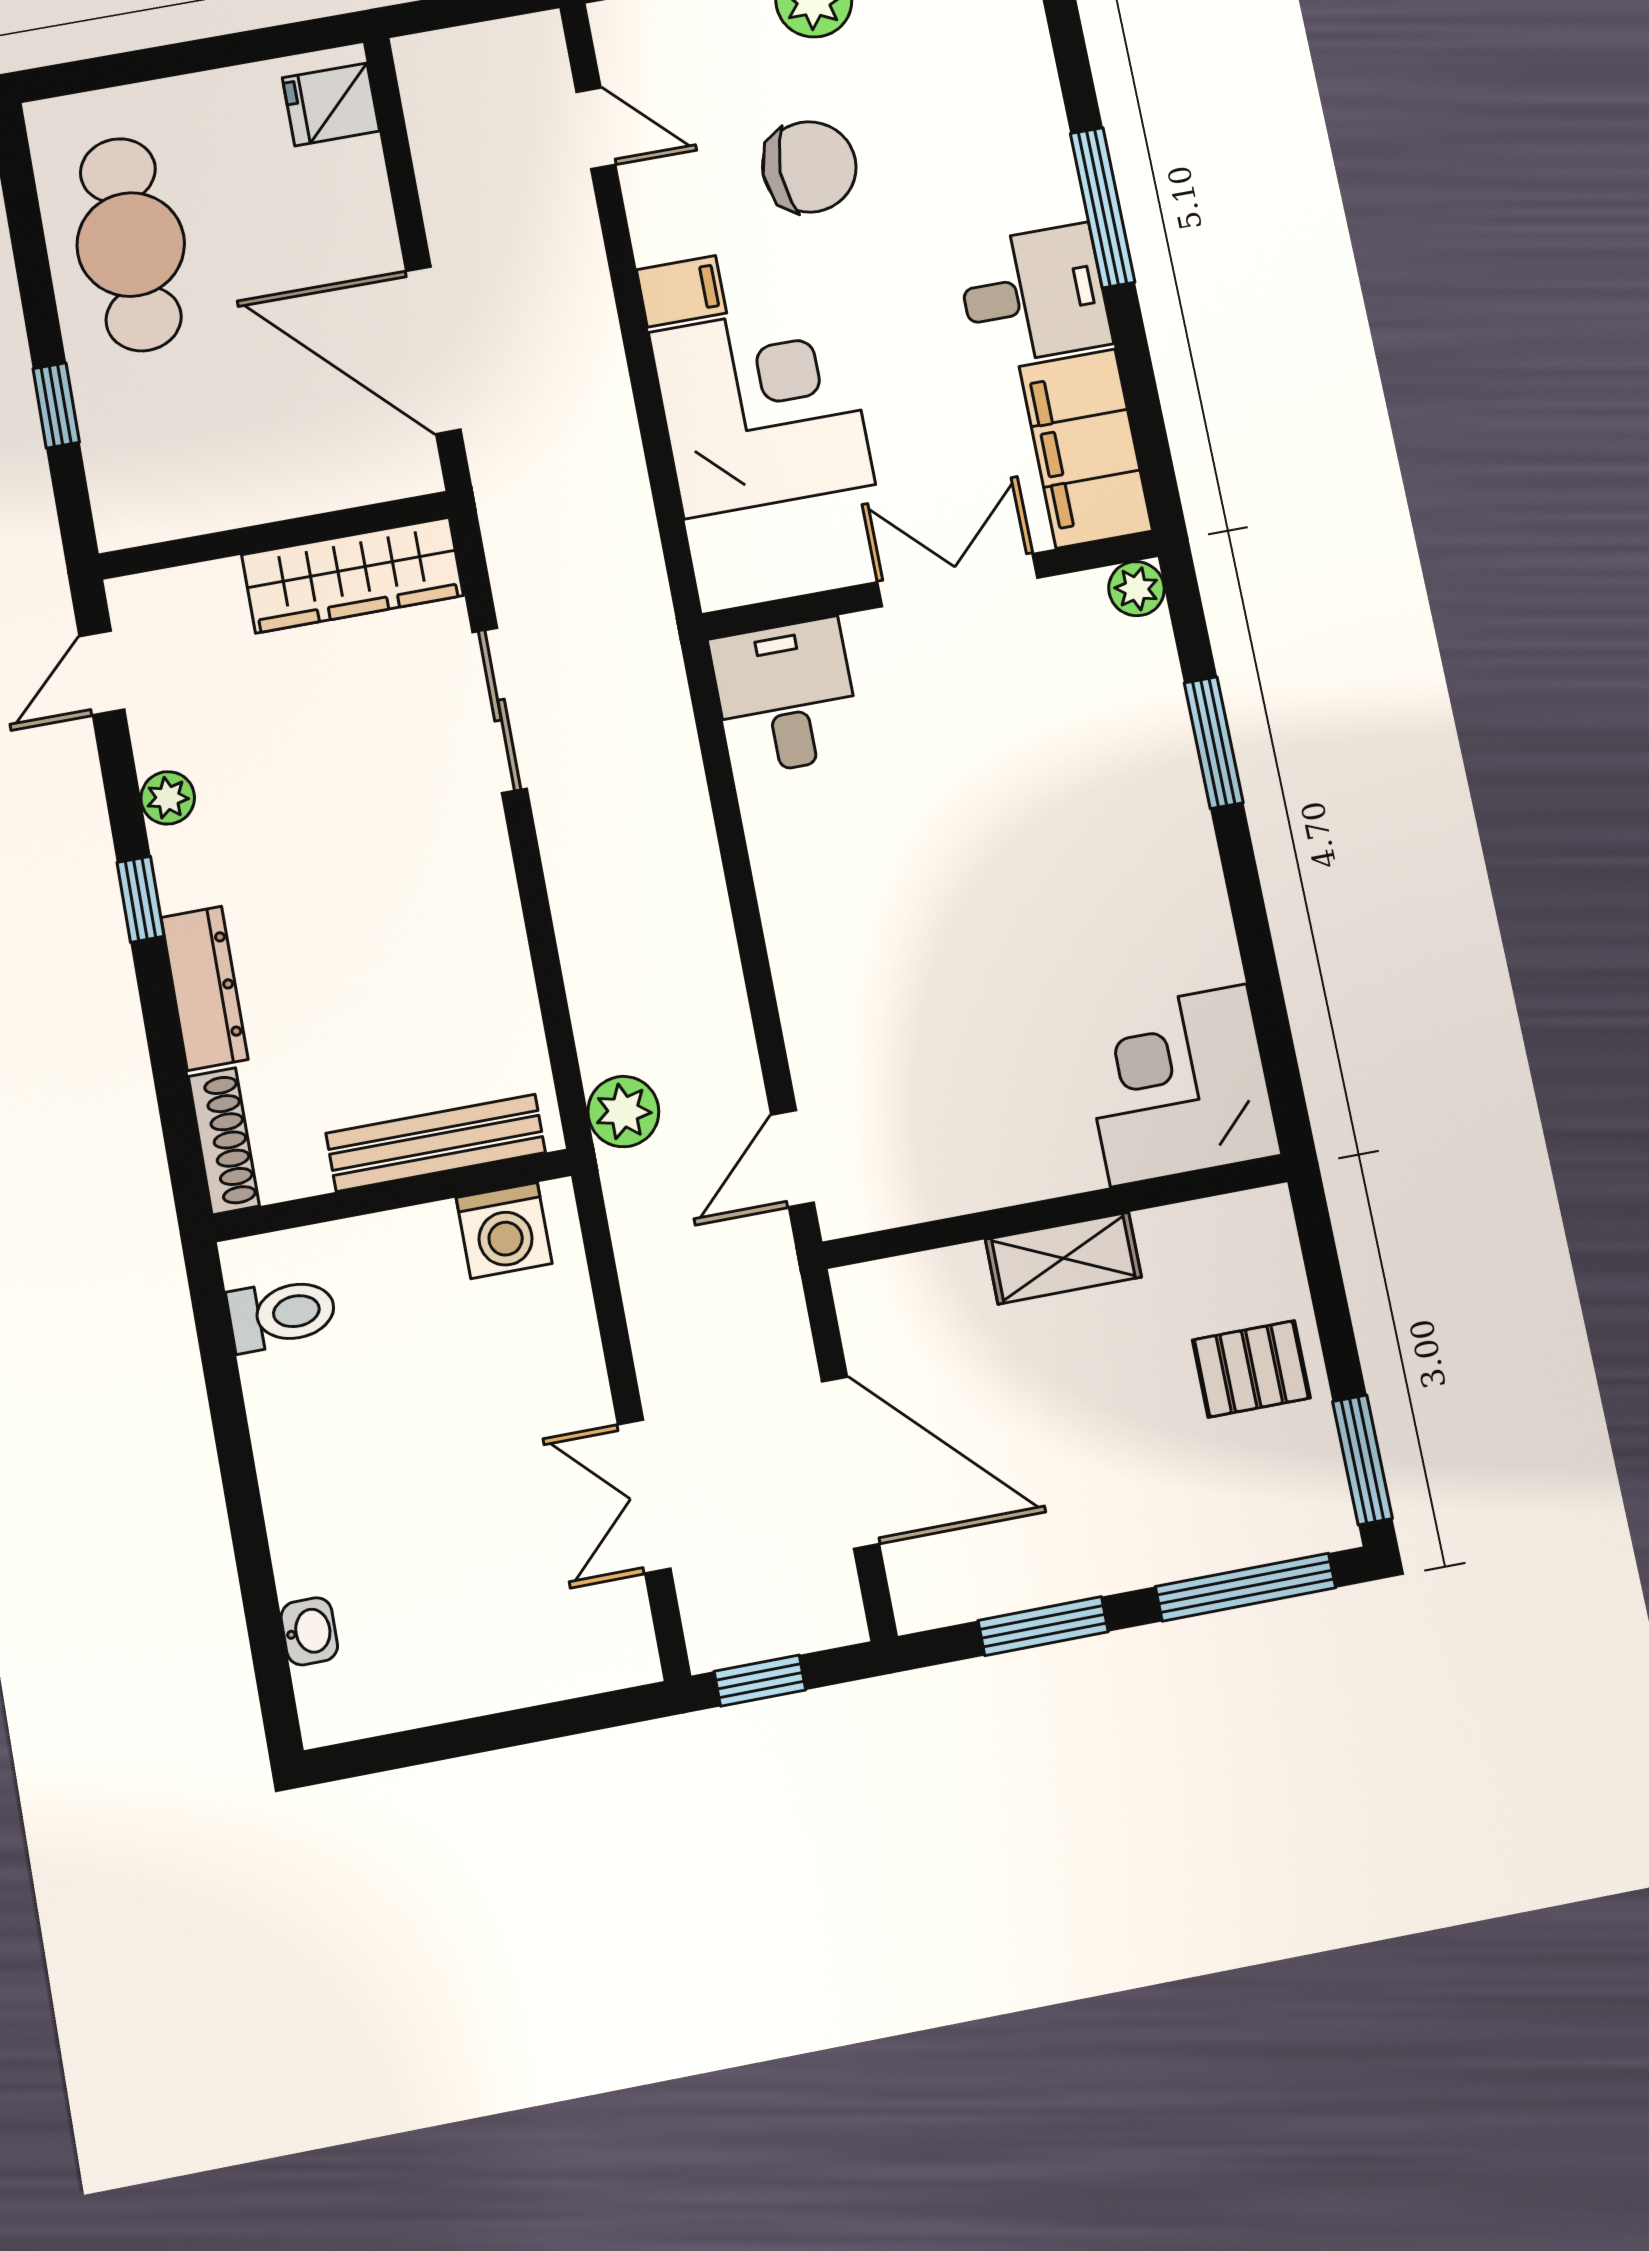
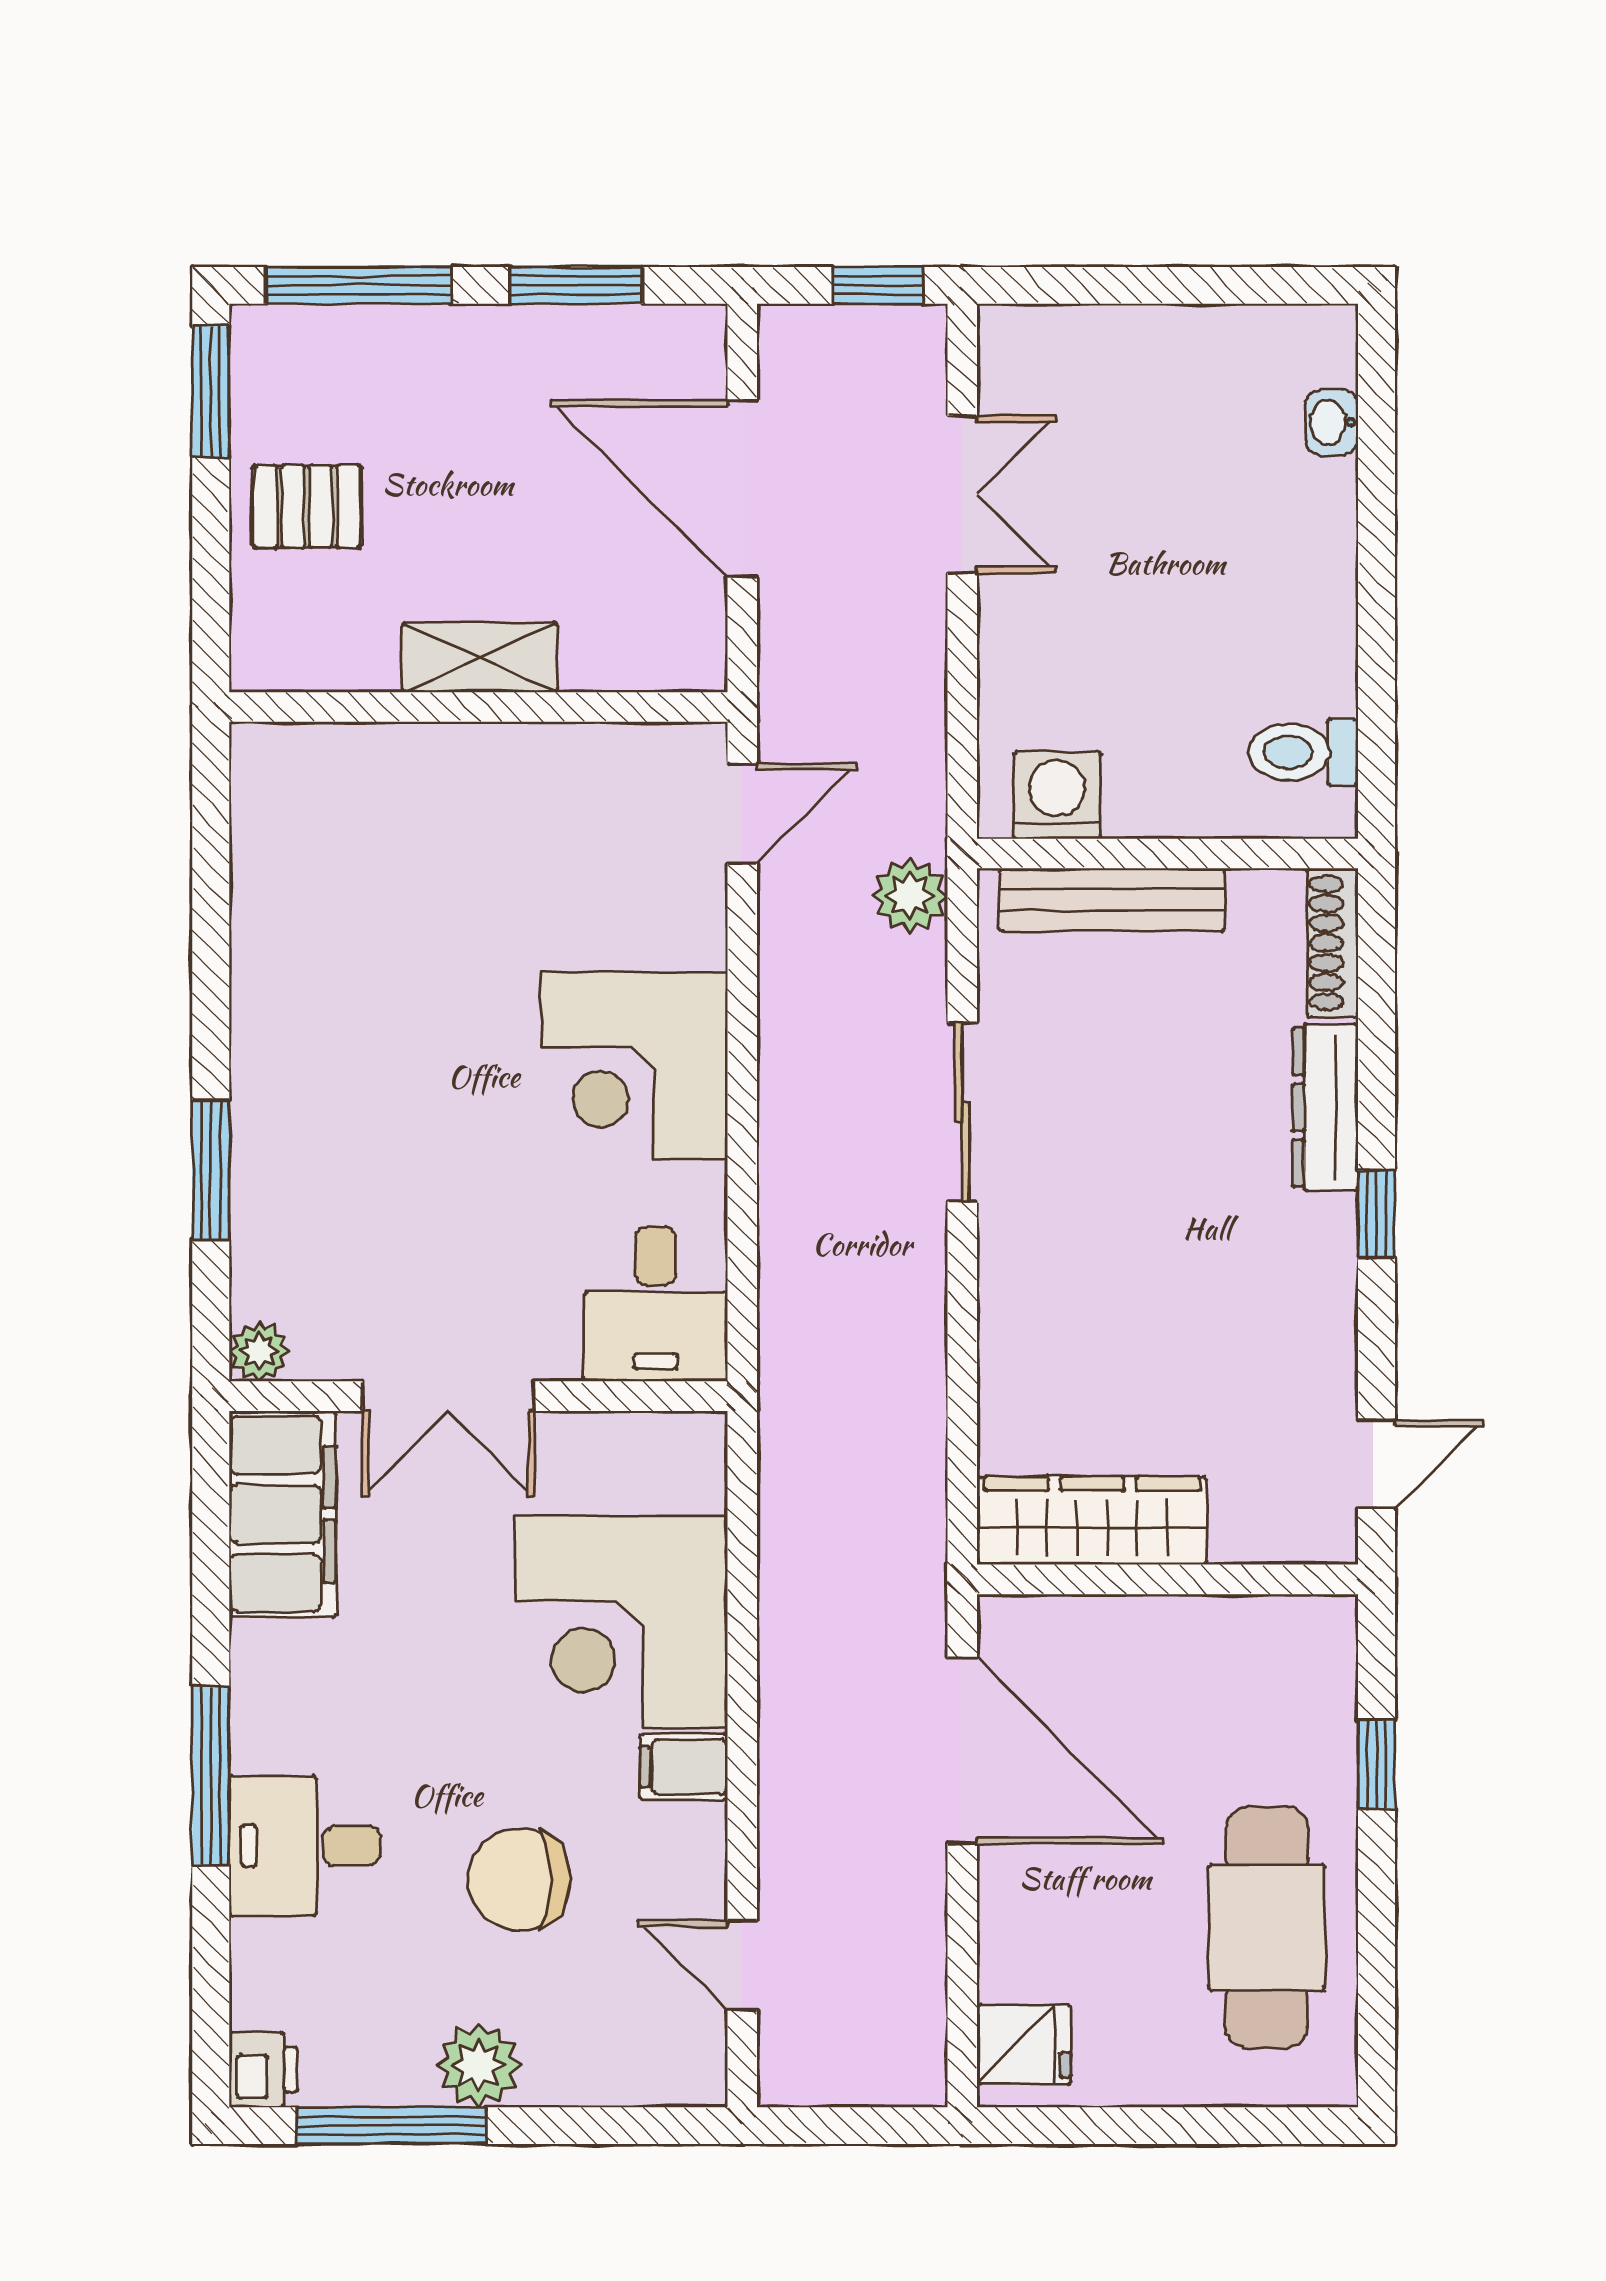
desk: (1034, 295) -> (305, 1846), moved
sliding door: (500, 710) -> (962, 1112), moved
plant: (168, 798) -> (1330, 1317), removed
corner desk: (1179, 1085) -> (634, 1066), moved, turned 90

